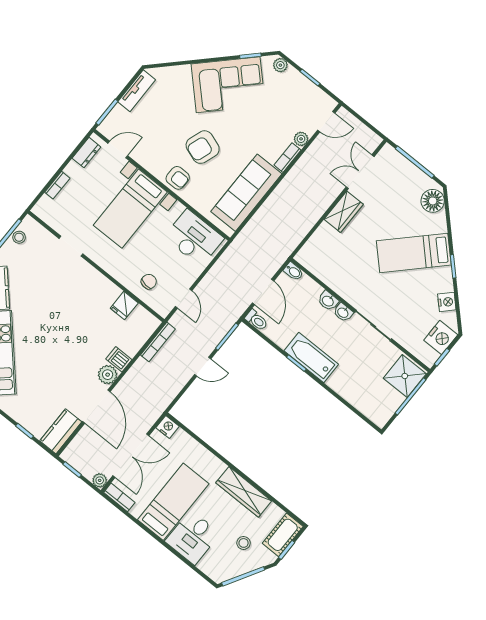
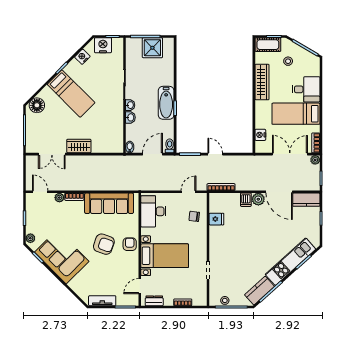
door: (118, 150) -> (140, 286), hinge flipped
shower: (405, 376) -> (152, 48), moved
door: (96, 407) -> (279, 192), swing flipped
nightstand: (168, 427) -> (260, 135), moved

